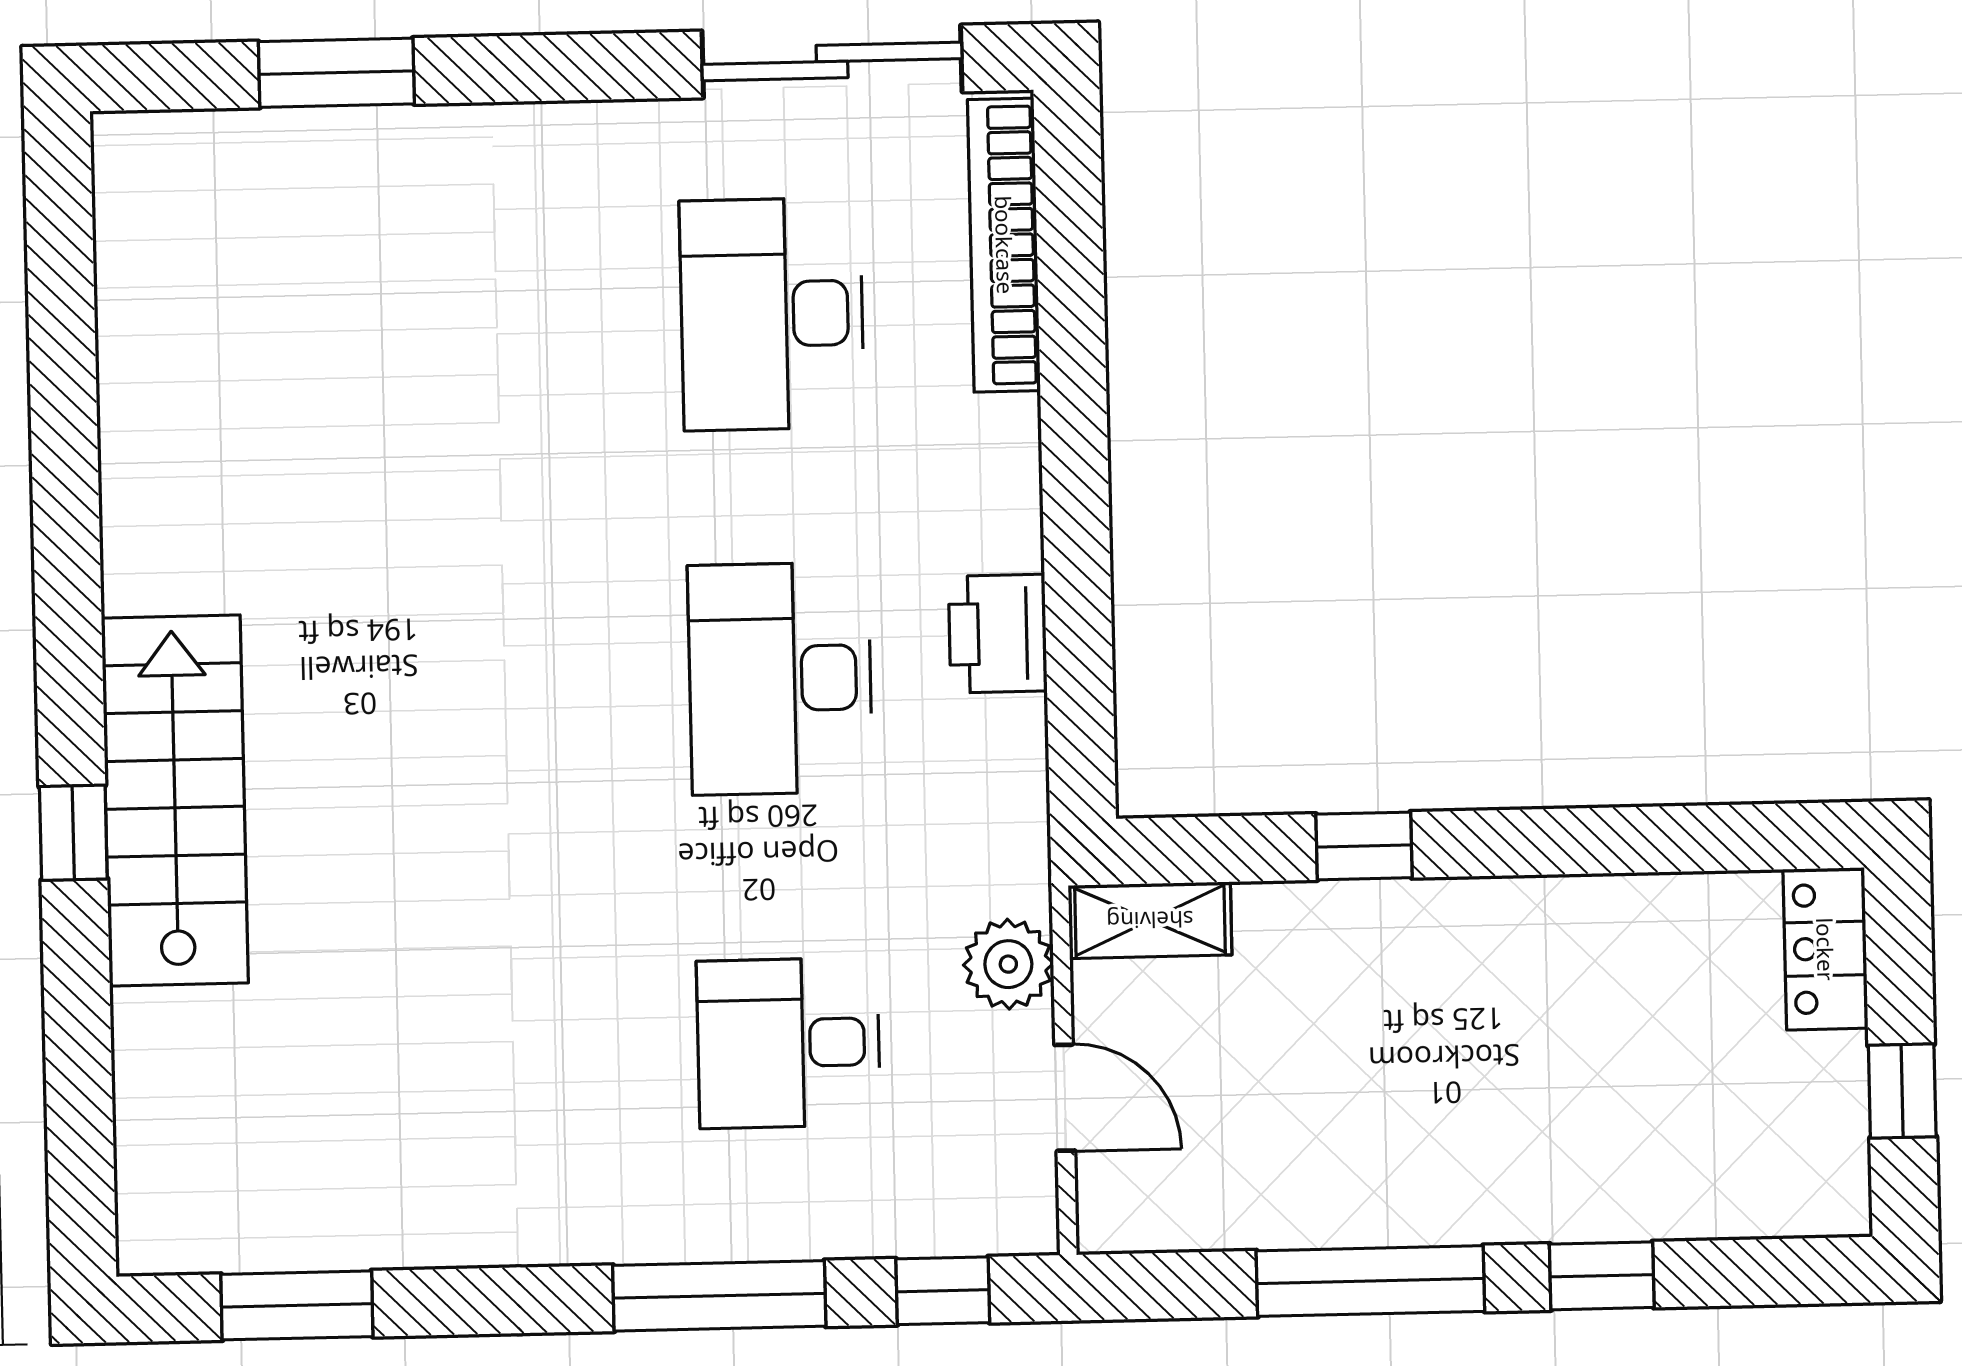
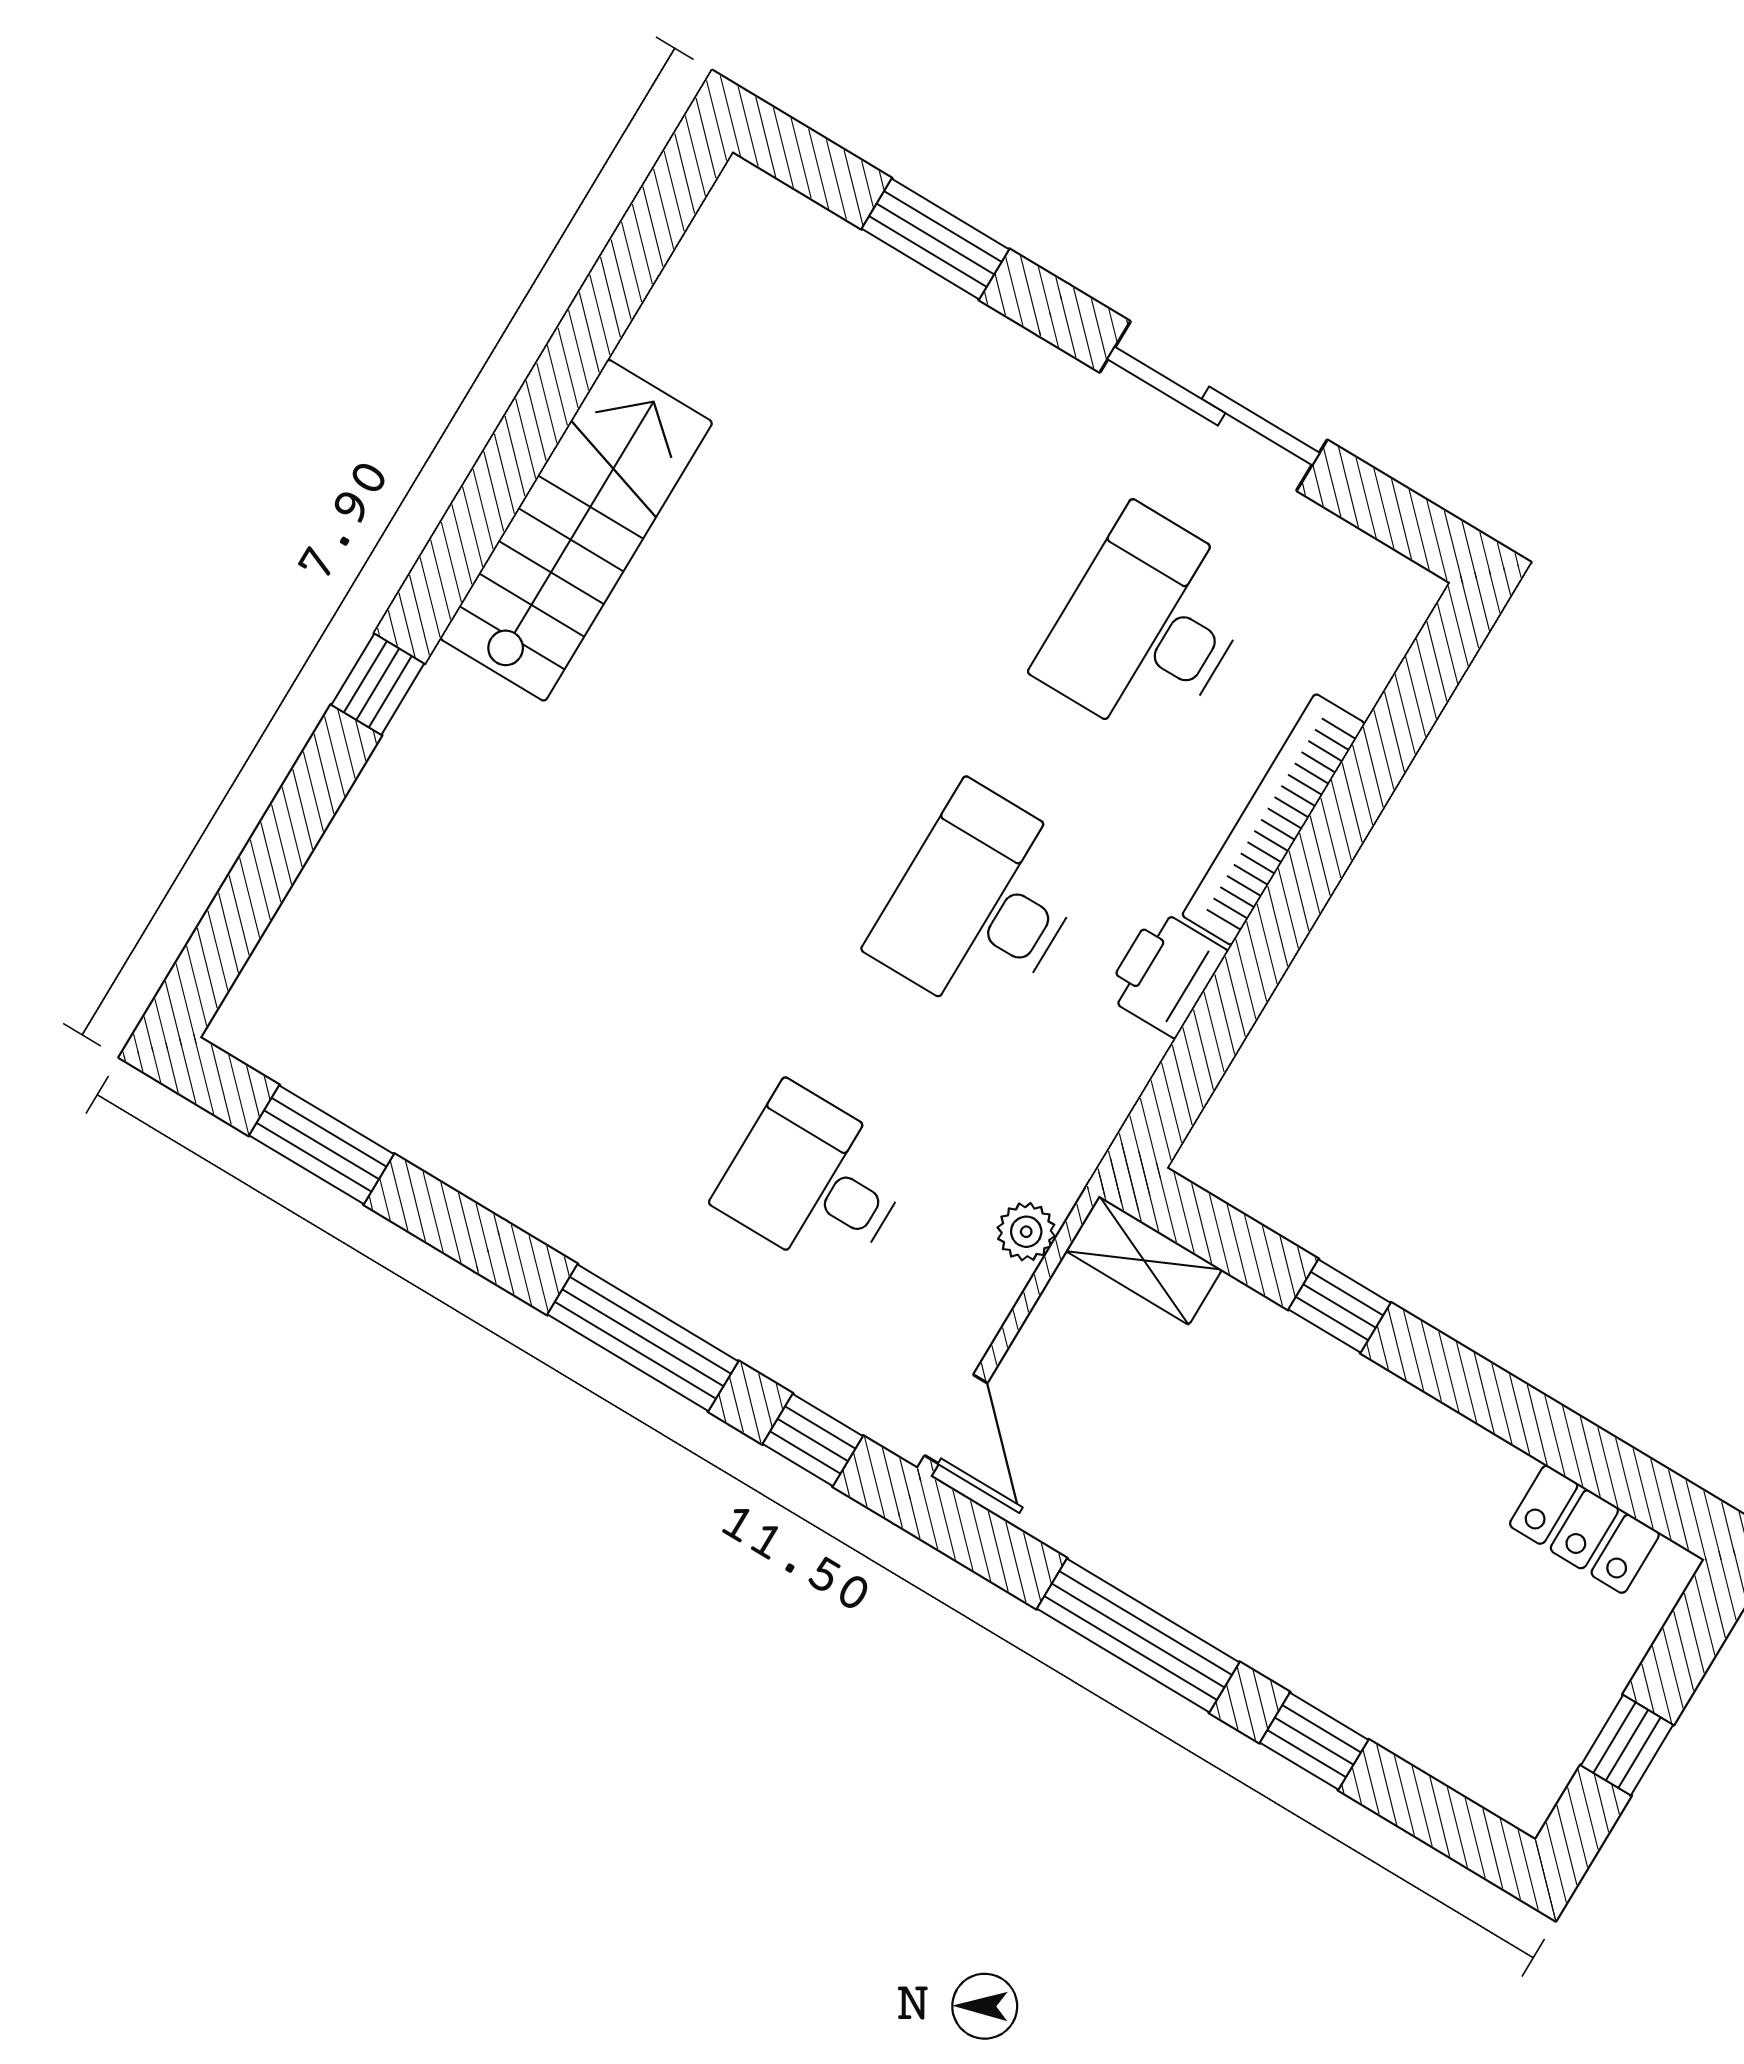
sliding door: (832, 61) -> (1213, 406), moved
bookcase: (1004, 245) -> (1274, 819), moved
stairs: (175, 800) -> (576, 530), moved
locker: (1825, 949) -> (1584, 1529), moved, turned -90
plant: (1008, 964) -> (1026, 1232), width x0.73, depth x0.73
door: (1065, 1098) -> (956, 1419), moved

